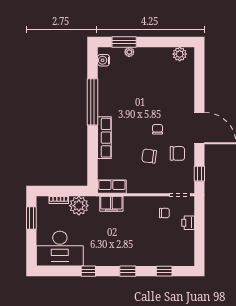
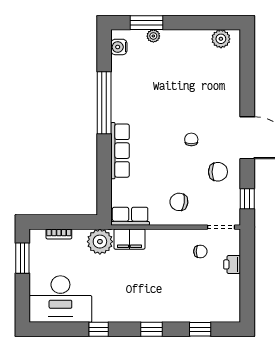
chair: (149, 156) -> (179, 202), moved
plant: (79, 206) -> (100, 242), moved

